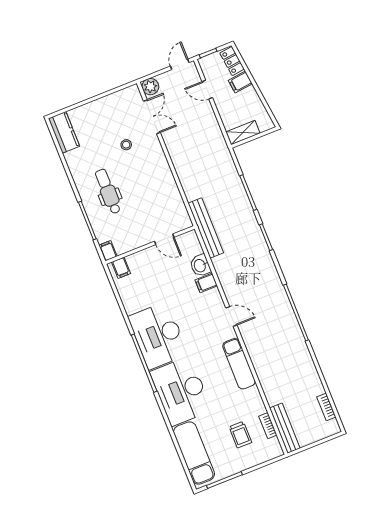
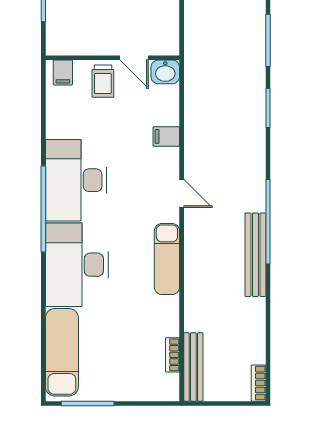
bench: (206, 228) -> (255, 255), moved
filing cabinet: (108, 251) -> (55, 43), removed
washbasin: (200, 266) -> (165, 72), moved, turned -90
bookcase: (326, 407) -> (259, 383), moved
trolley: (240, 435) -> (103, 81), moved

